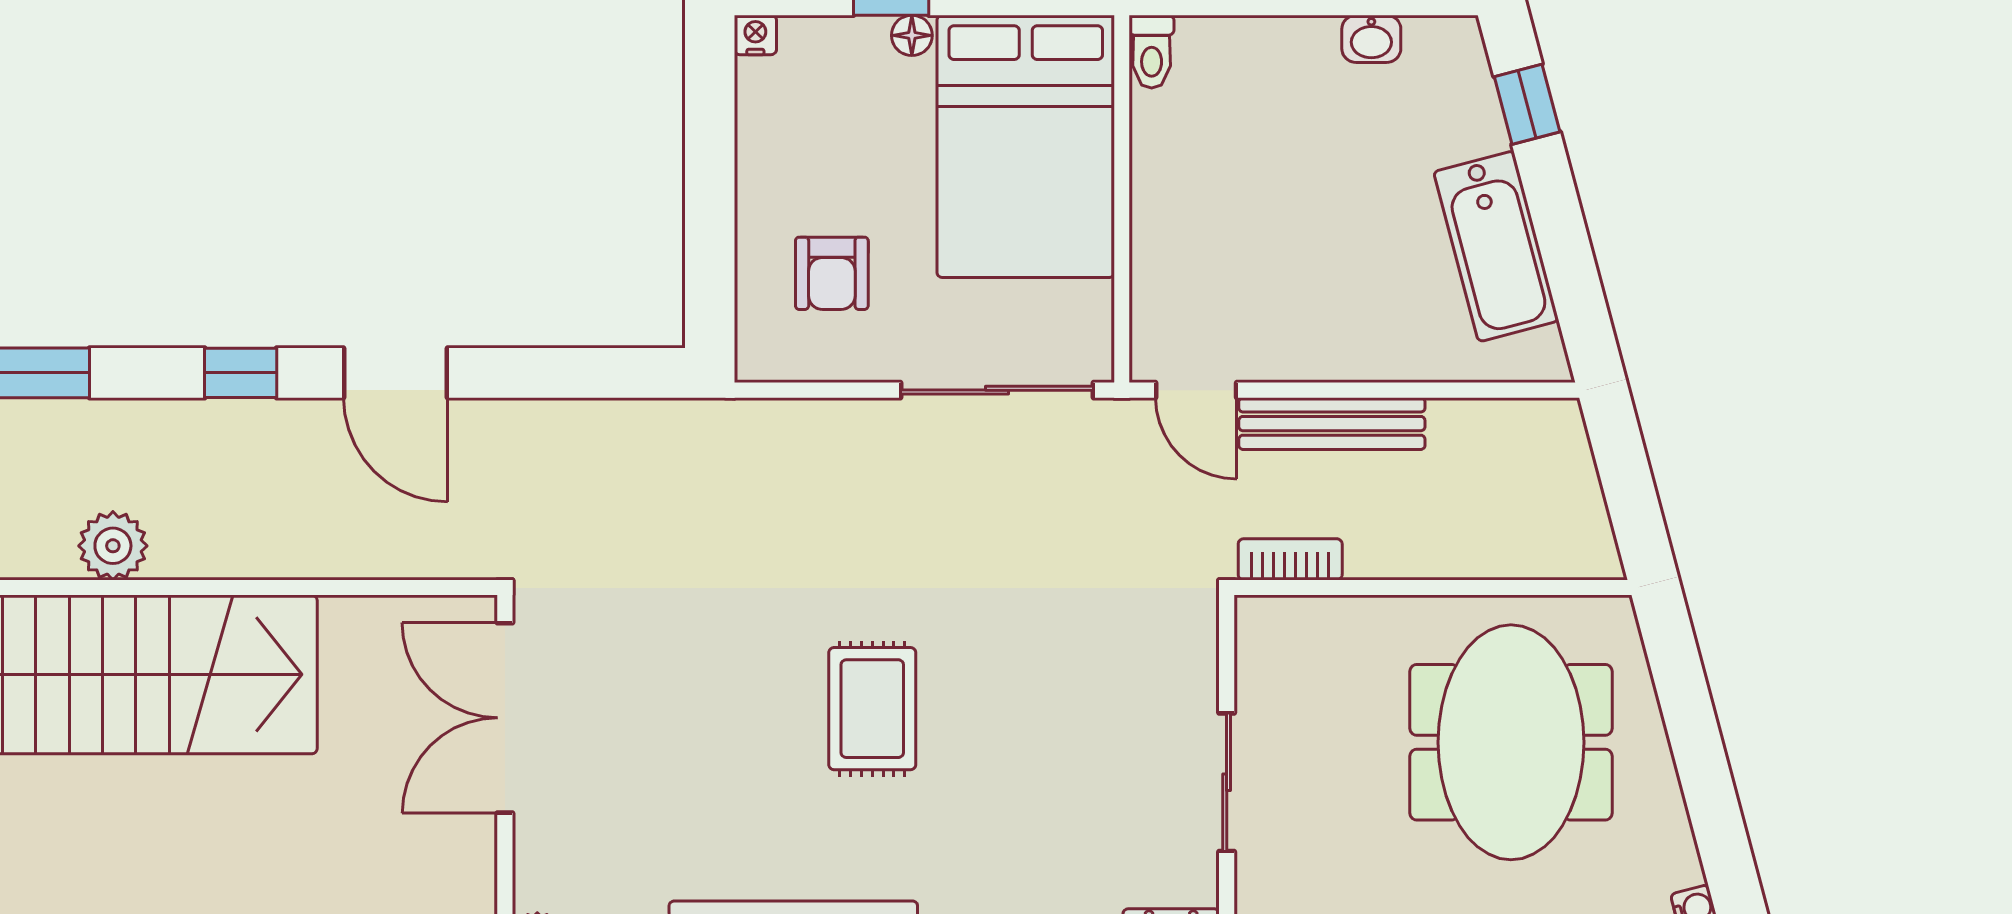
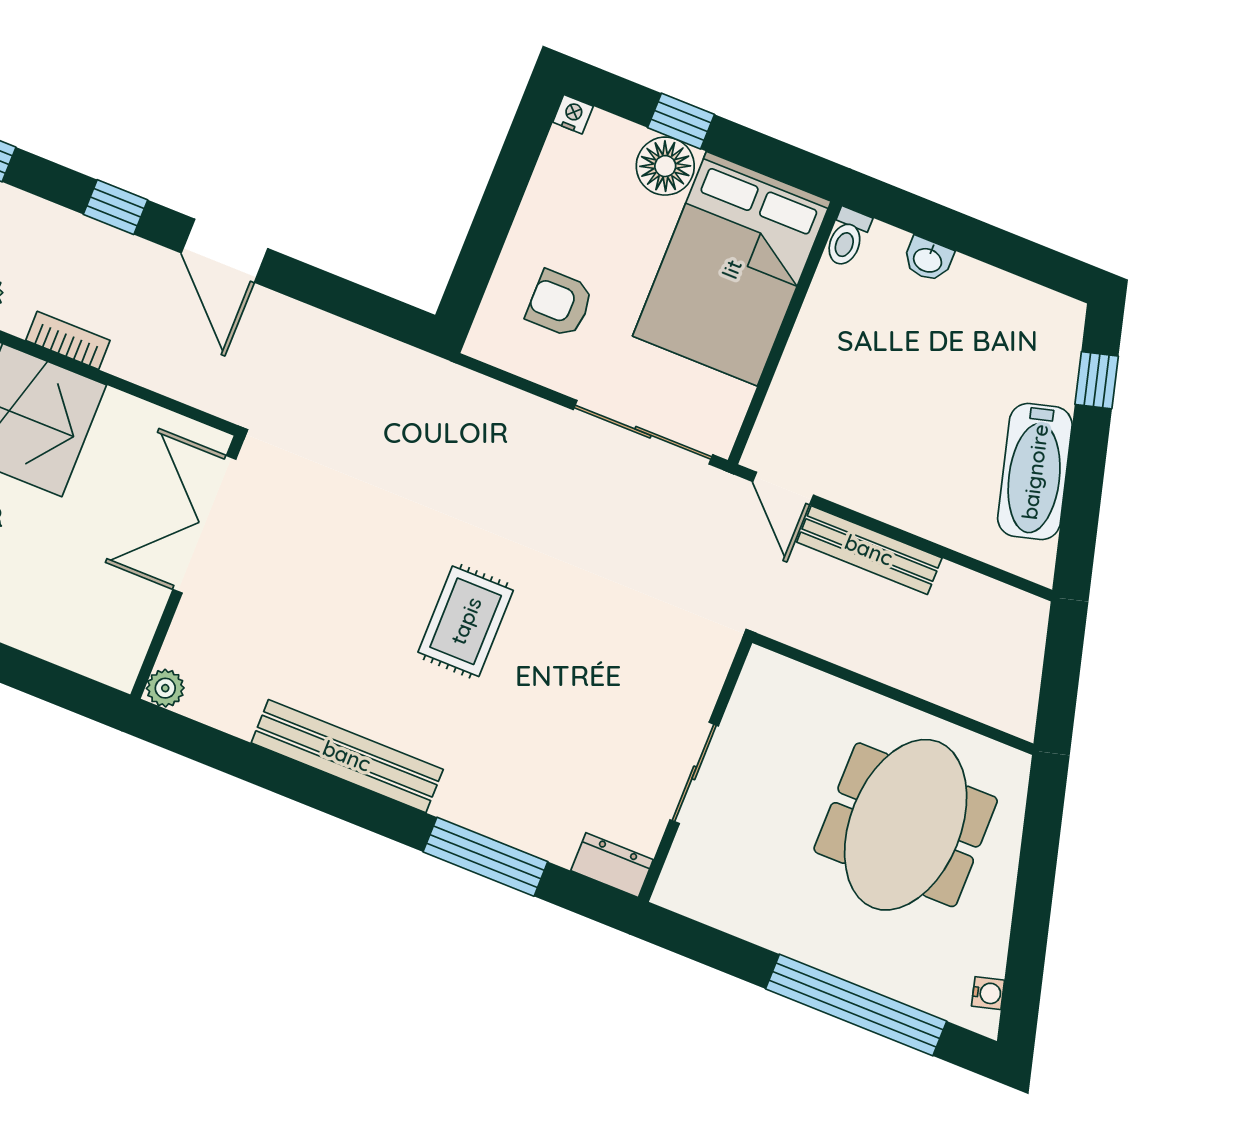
floor lamp: (912, 35) -> (665, 166), width x1.89, depth x1.89
washbasin: (1371, 39) -> (928, 259), moved
armchair: (832, 273) -> (560, 303), turned 90
bookcase: (1290, 559) -> (68, 340), moved

